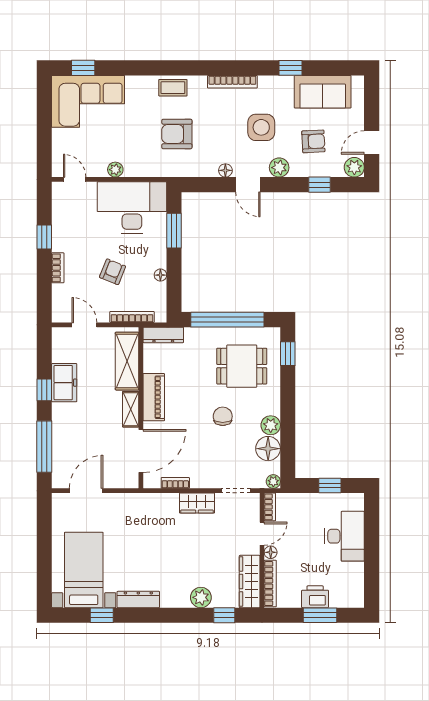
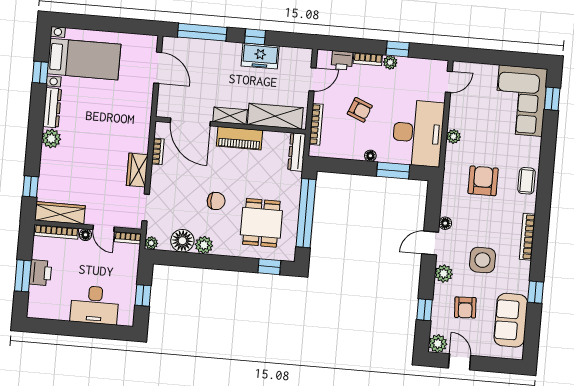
plant: (115, 170) -> (453, 136), moved
plant: (59, 244) -> (390, 62), added
floor lamp: (160, 275) -> (370, 156), moved
printer: (62, 295) -> (342, 60), added
plant: (201, 597) -> (51, 139), moved

